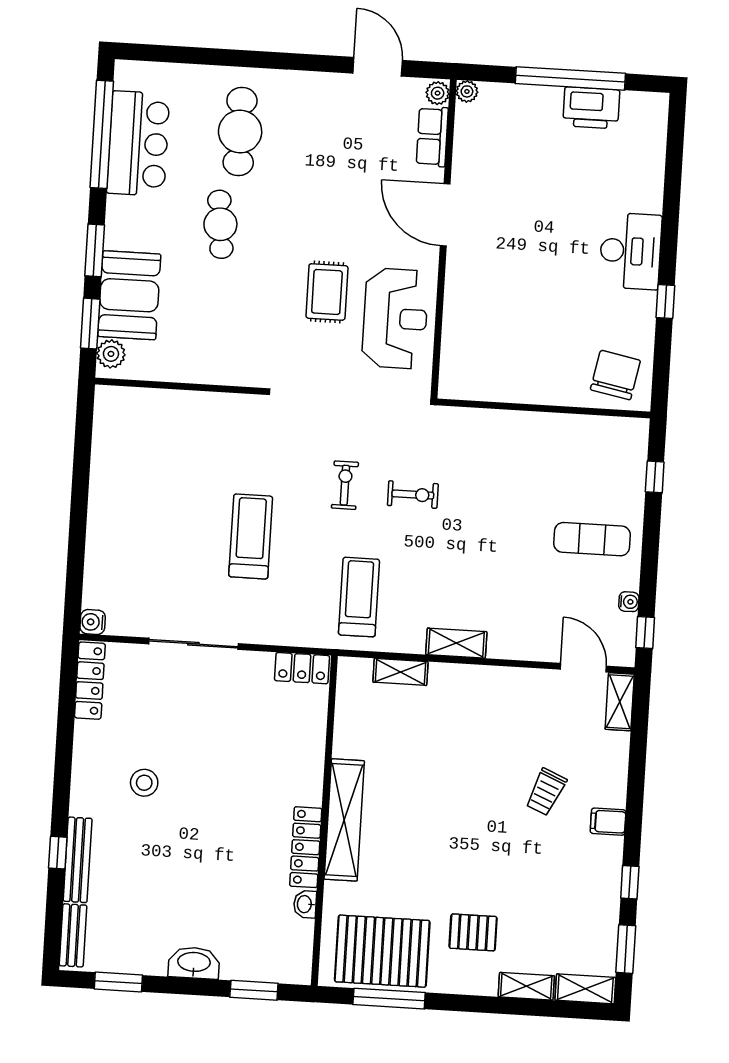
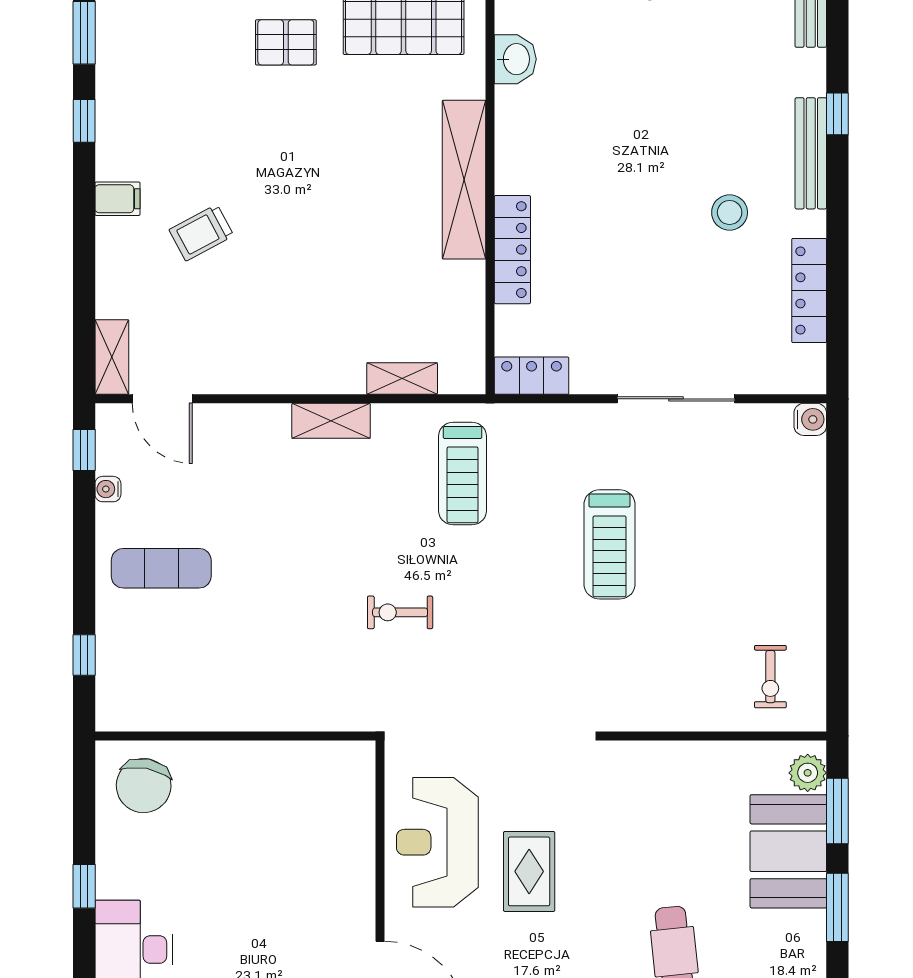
exercise bike: (345, 485) -> (770, 677), moved
locker: (90, 681) -> (809, 290), moved
trolley: (546, 792) -> (201, 233), turned -141
locker: (306, 847) -> (512, 250), moved
bench: (78, 860) -> (811, 153), moved
washbasin: (305, 904) -> (515, 59), width x1.38, depth x1.45

